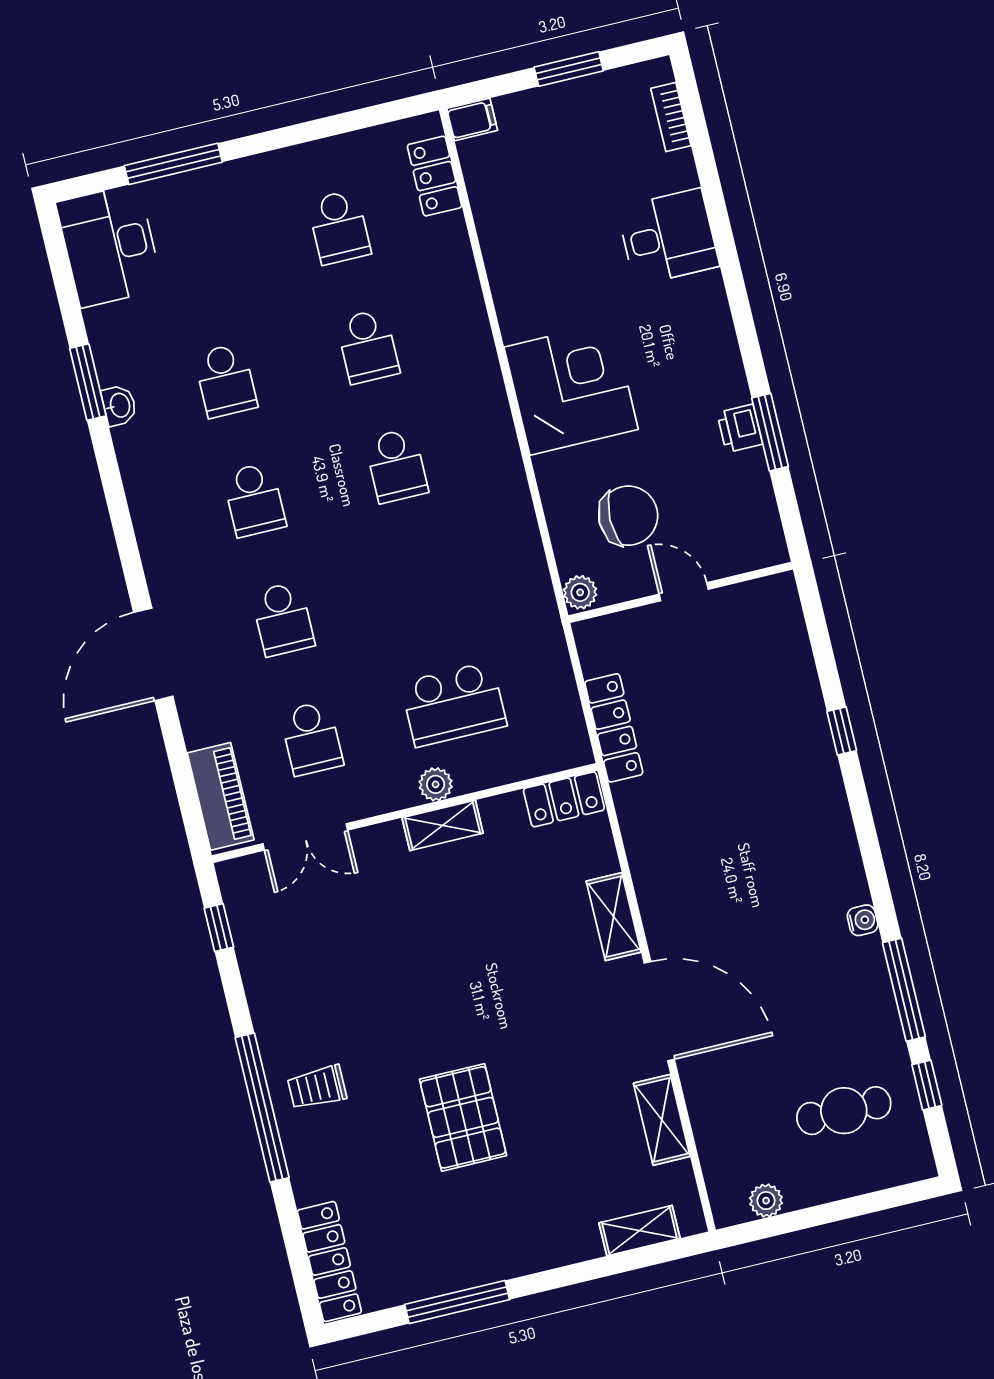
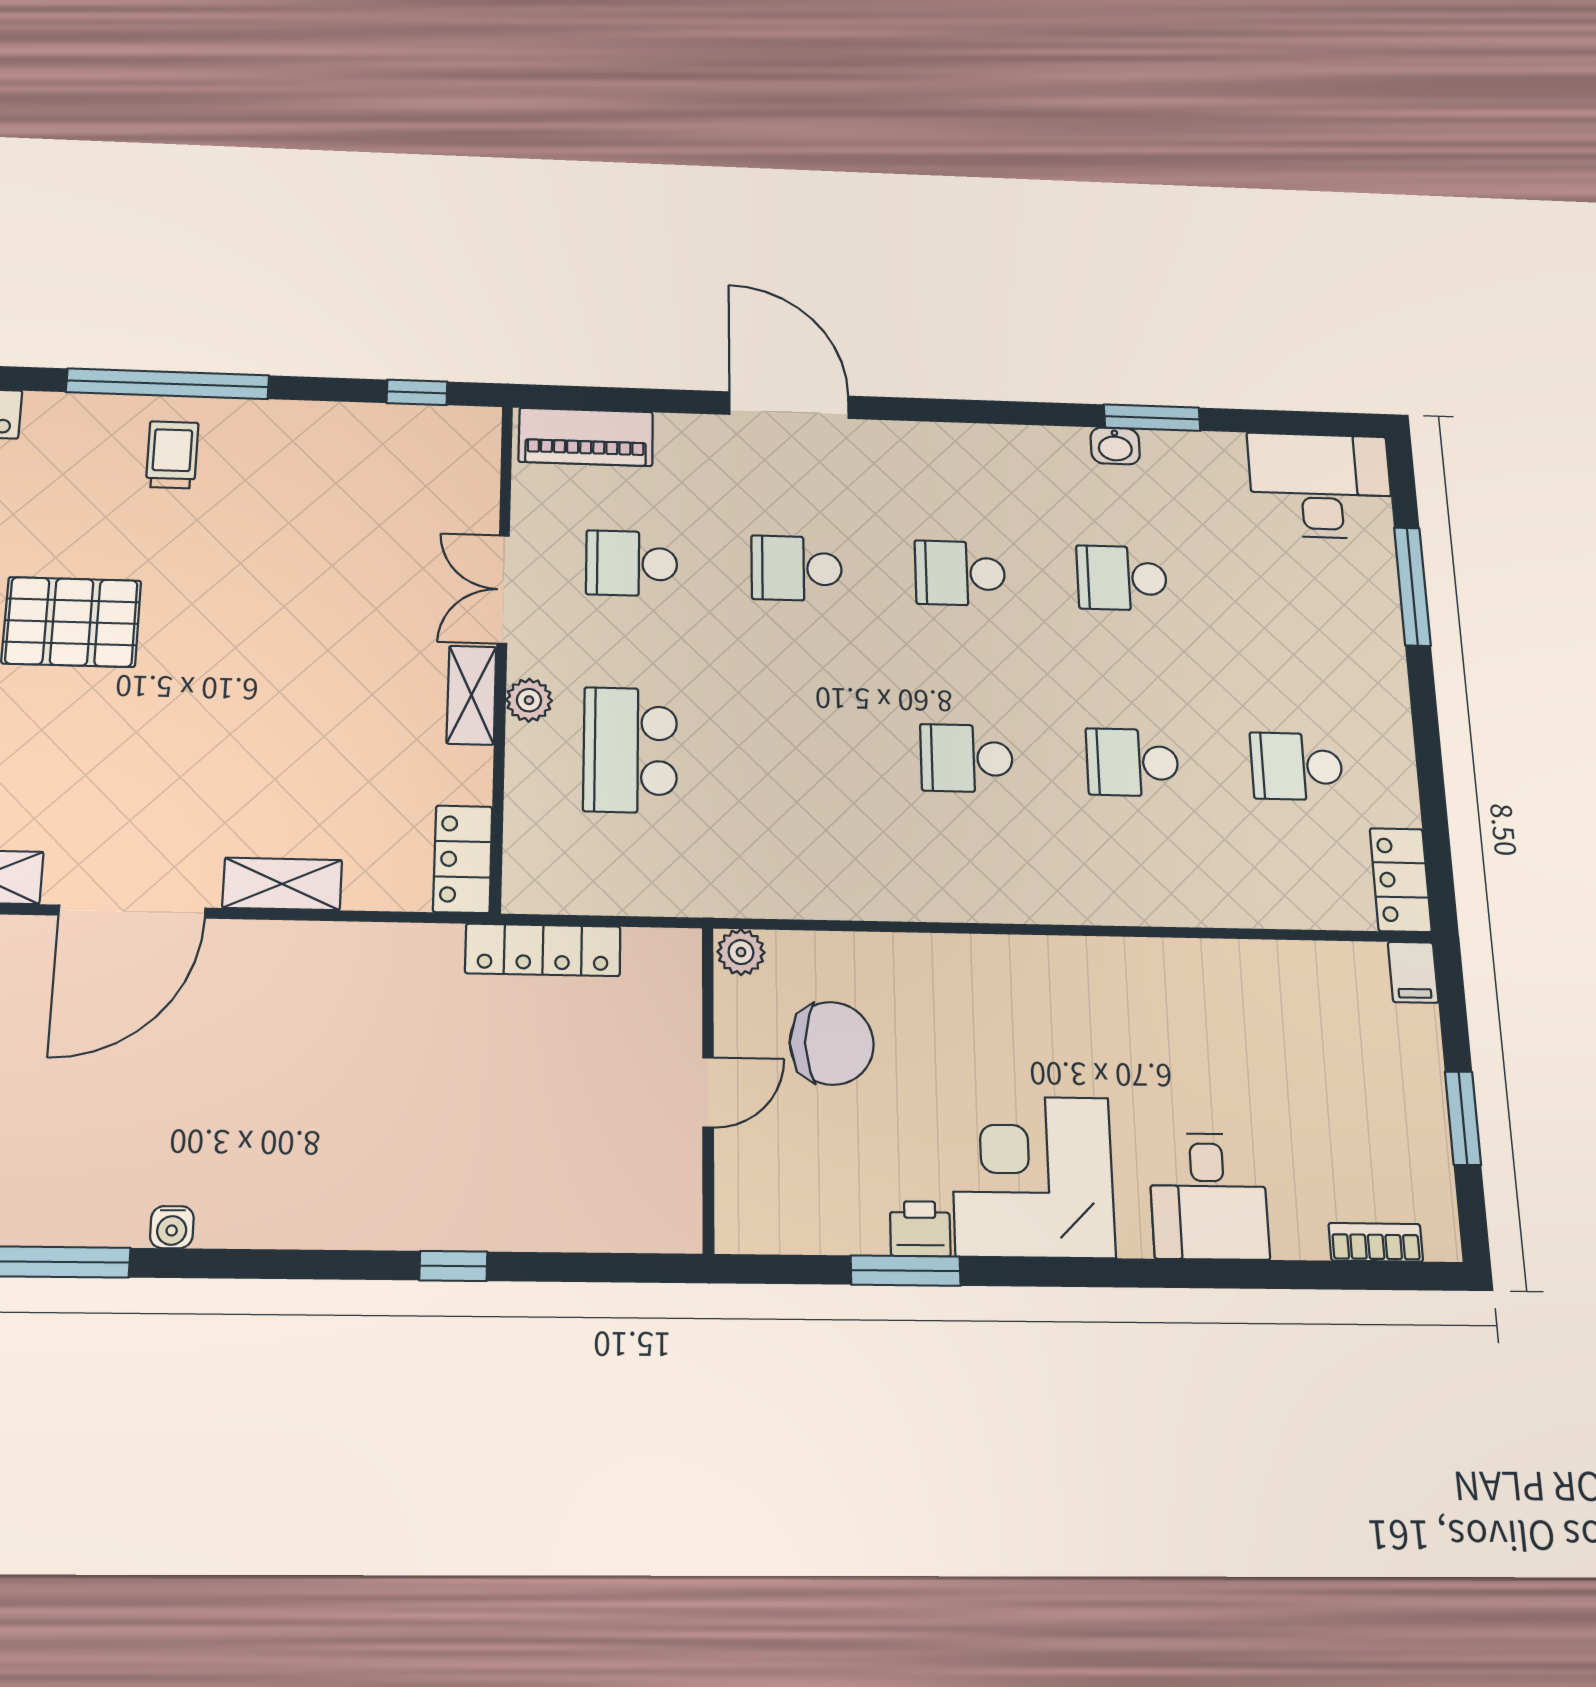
locker: (435, 176) -> (1401, 880), moved, turned -90
corner desk: (571, 388) -> (1032, 1176), moved, turned 180
chair: (628, 516) -> (832, 1043), turned -90
double door: (305, 837) -> (503, 589), moved

